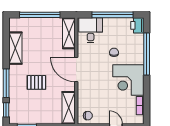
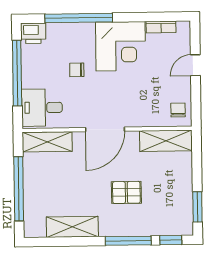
pallet: (36, 82) -> (126, 192), turned 90

